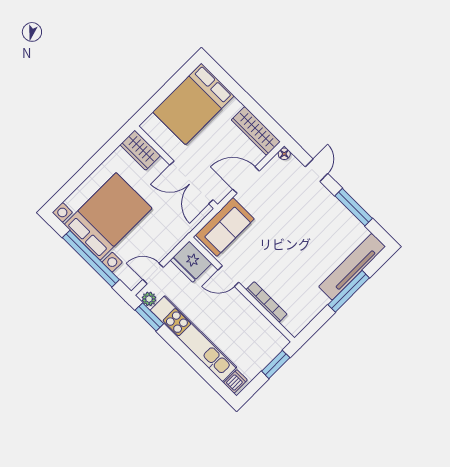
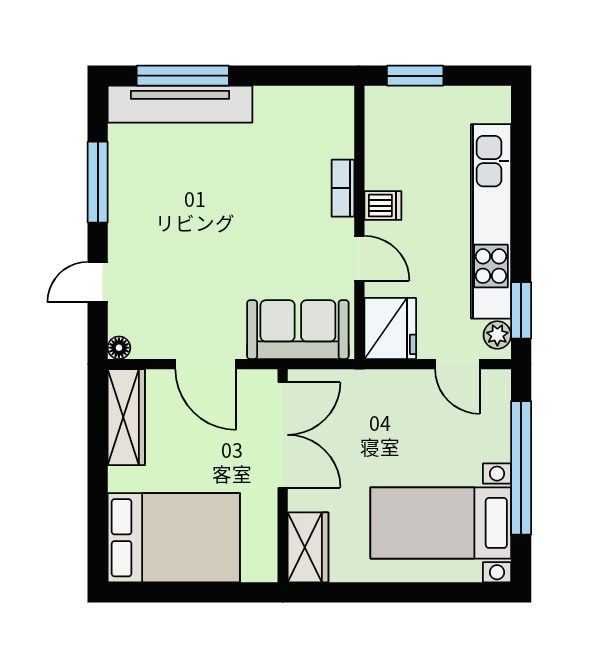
bed with nightstands: (108, 216) -> (441, 523), width x0.73
window: (349, 291) -> (183, 76), moved
bookcase: (267, 302) -> (343, 188), width x0.64
dishwasher: (235, 382) -> (383, 206), moved, turned 180

